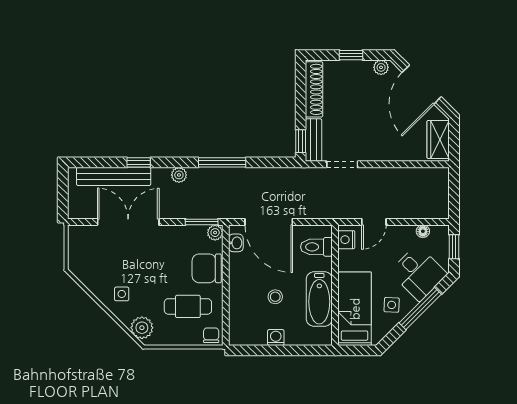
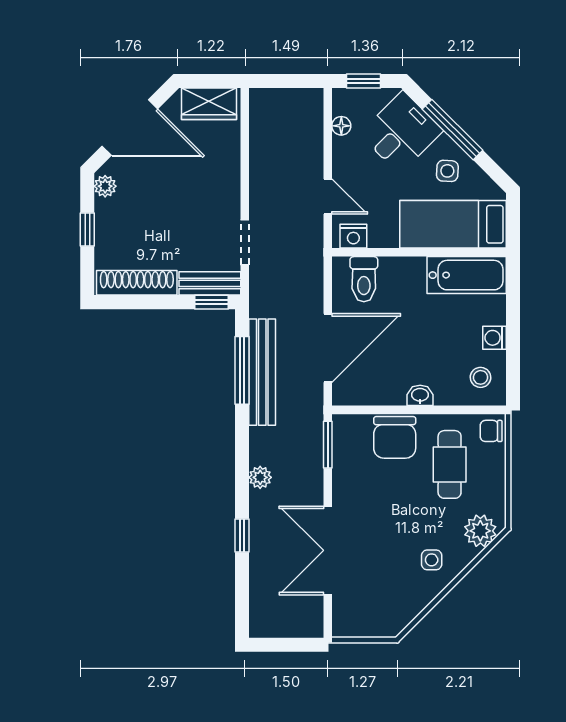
window: (222, 162) -> (242, 370), moved
bench: (114, 176) -> (262, 372), moved
plant: (215, 233) -> (343, 425), removed
washbasin: (236, 243) -> (420, 395), moved
stool: (275, 297) -> (481, 377), moved
bathtub: (319, 299) -> (467, 275), moved

